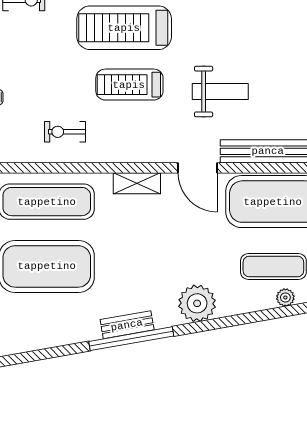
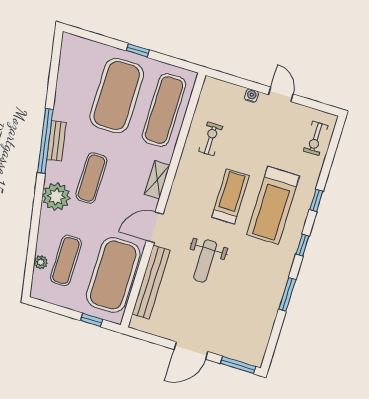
treadmill: (124, 28) -> (273, 205), turned 180
exercise mat: (160, 266) -> (91, 178), added

